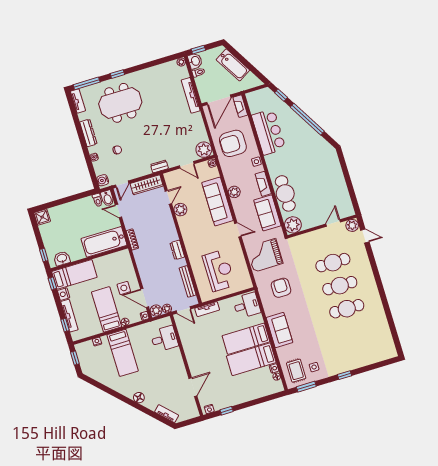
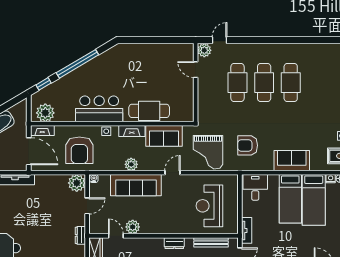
bar counter: (269, 132) -> (99, 109), moved
plant: (293, 225) -> (45, 113), moved
reception desk: (219, 270) -> (209, 206), turned -90

